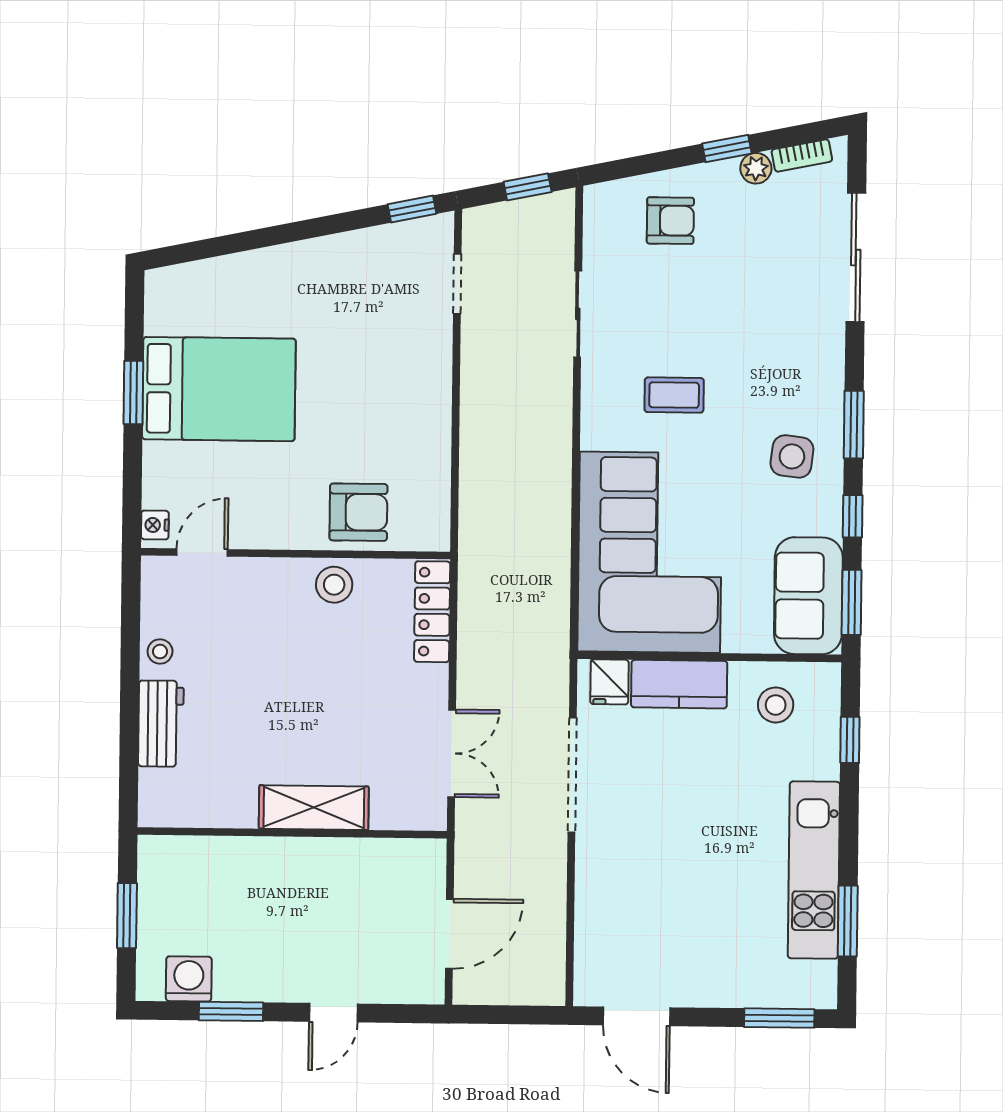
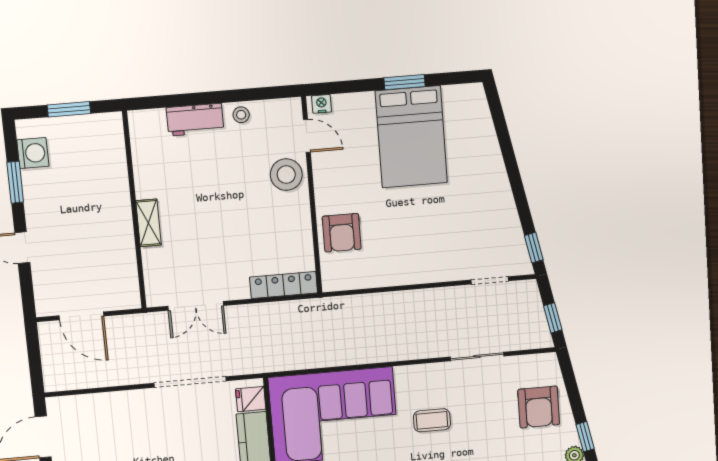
armchair: (670, 221) -> (539, 407), width x1.38, depth x1.38
coffee table: (674, 395) -> (432, 420), turned 90
stool: (334, 585) -> (286, 175), moved, width x1.38, depth x1.38
shelving: (314, 808) -> (148, 223), width x0.67, depth x0.75

